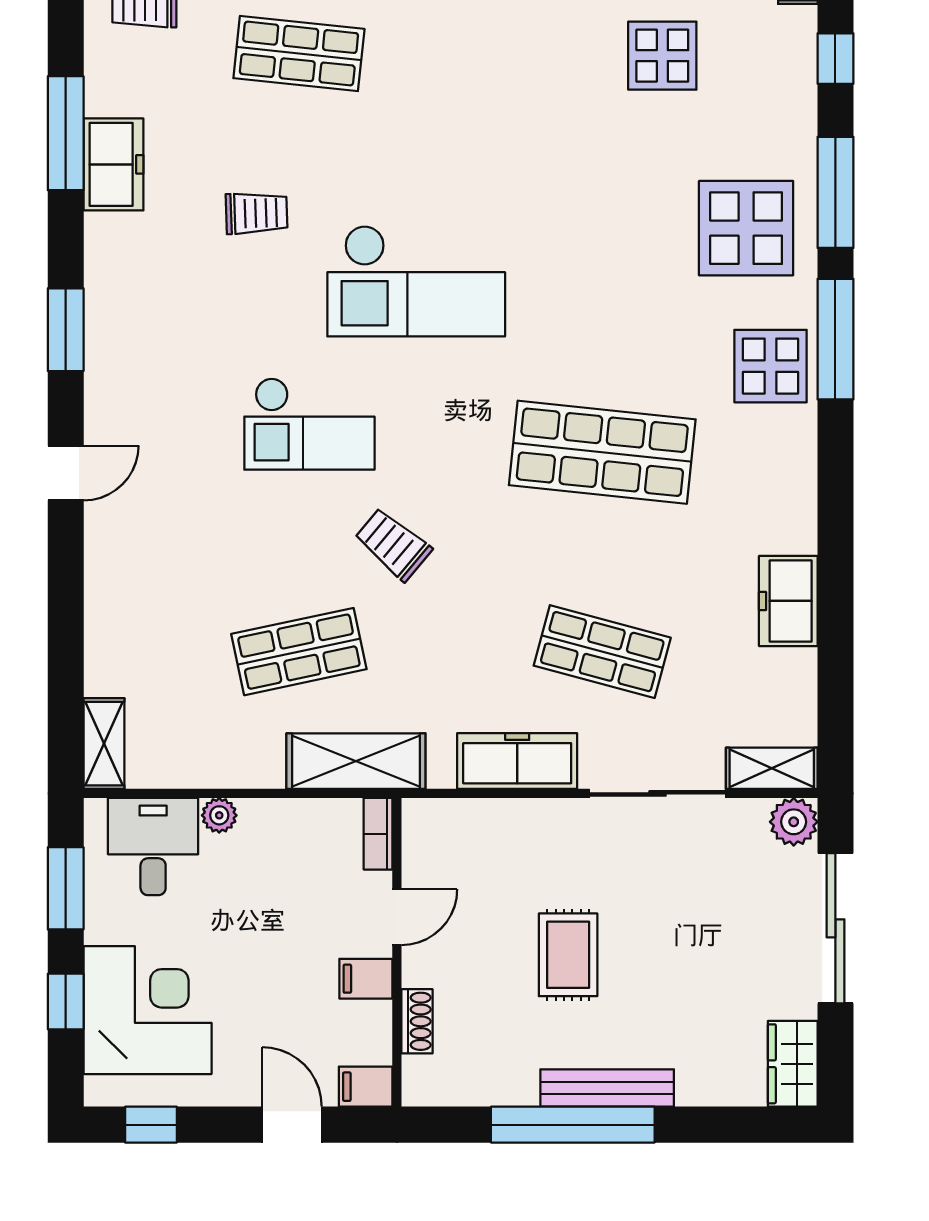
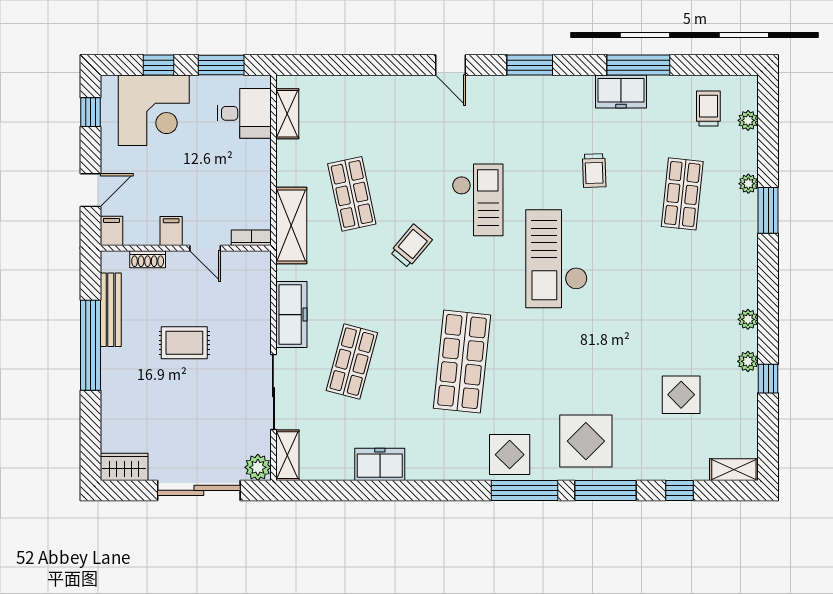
checkout: (309, 424) -> (478, 200), turned 180
shelving: (104, 744) -> (287, 114), moved, turned 90
plant: (219, 815) -> (261, 150), removed
bench: (607, 1088) -> (111, 310), moved

